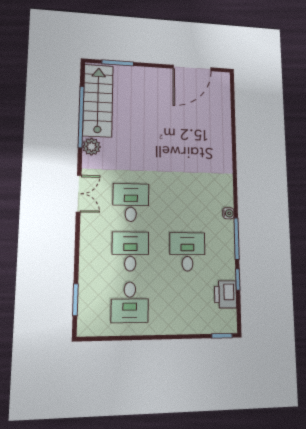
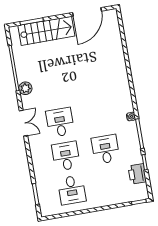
stairs: (98, 101) -> (46, 31), moved, turned 90

